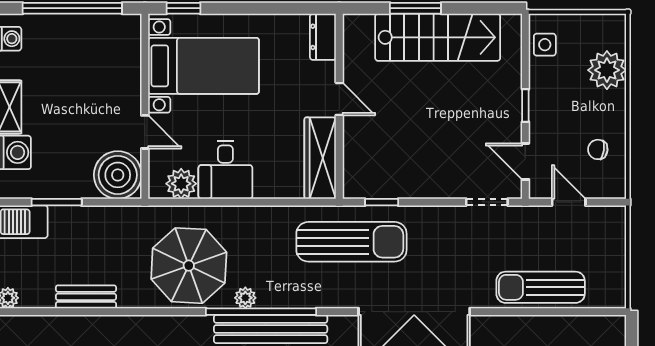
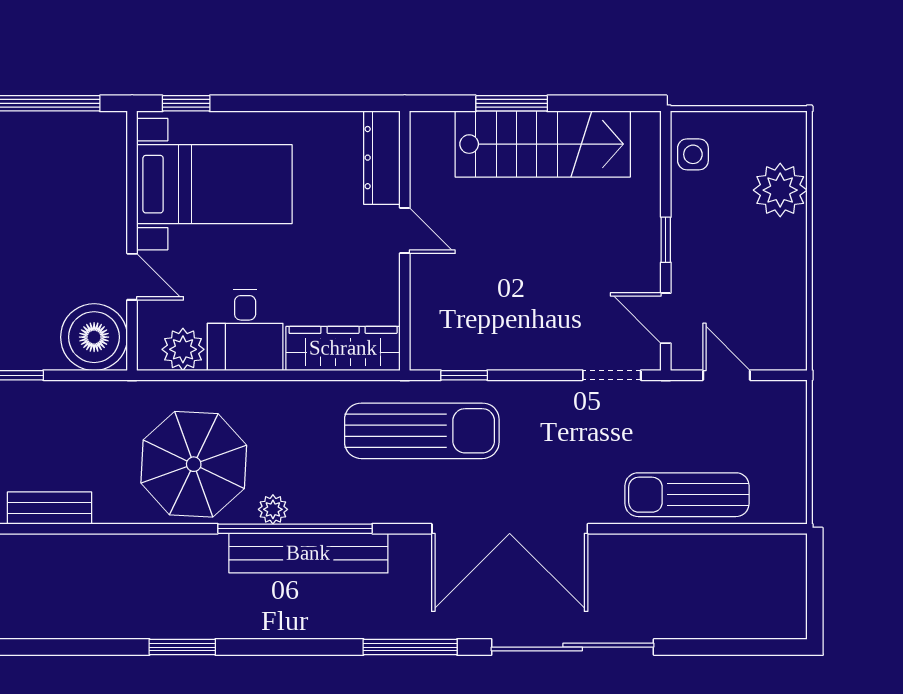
dresser: (323, 37) -> (382, 158), width x1.44
chair: (598, 149) -> (767, 301), removed
wardrobe: (320, 158) -> (343, 348), moved, turned 90

